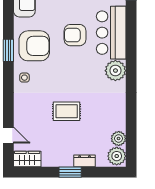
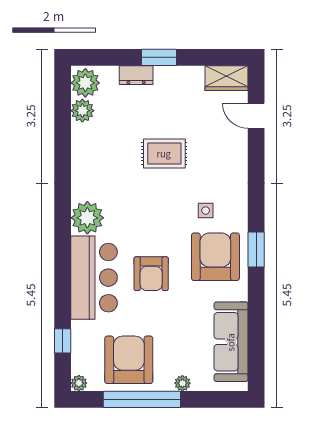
armchair: (75, 35) -> (151, 274), turned 90
armchair: (34, 46) -> (215, 257), turned 90
side table: (24, 78) -> (206, 211), moved

